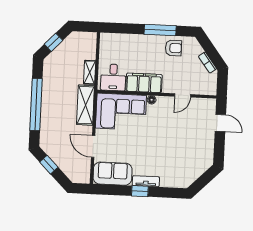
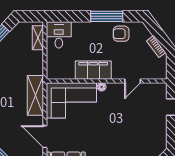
armchair: (173, 48) -> (121, 34), turned 180
shelving: (90, 72) -> (38, 38), moved
desk: (113, 77) -> (59, 35), moved, turned 180

